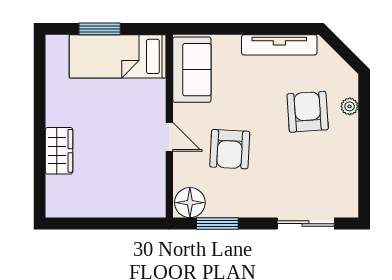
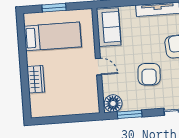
bed: (118, 56) -> (53, 36), moved, turned 180
armchair: (230, 149) -> (149, 74), moved

